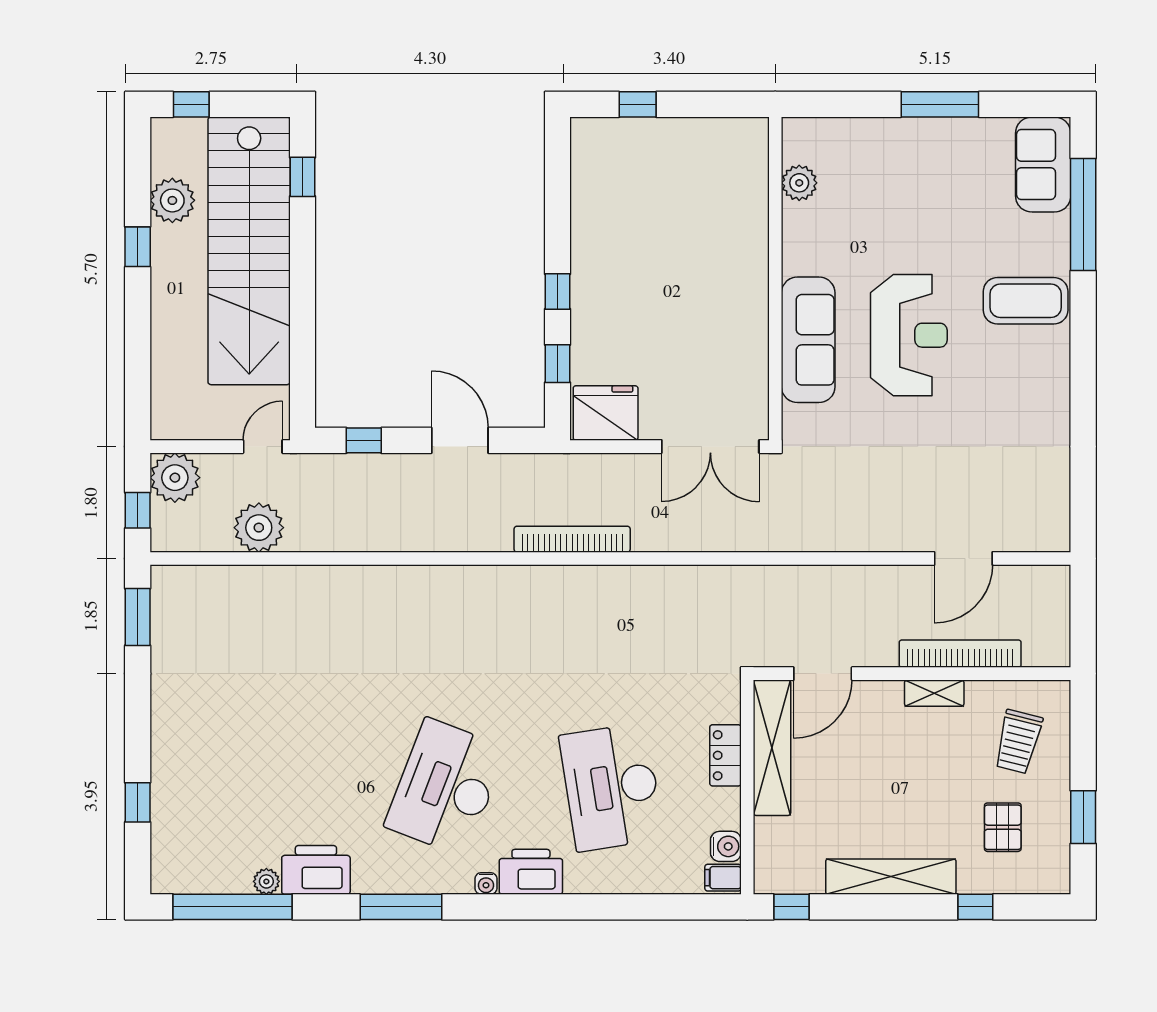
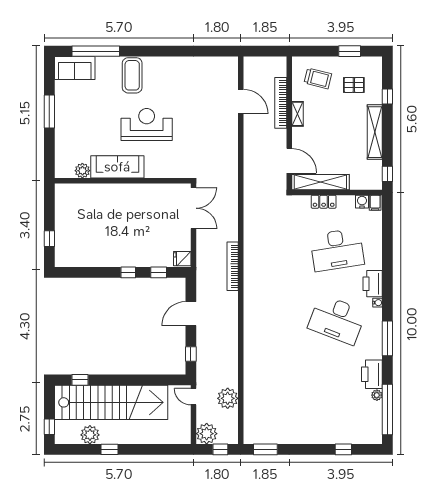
sofa: (808, 340) -> (117, 167), moved
fridge: (606, 413) -> (182, 259), width x0.53, depth x0.75

